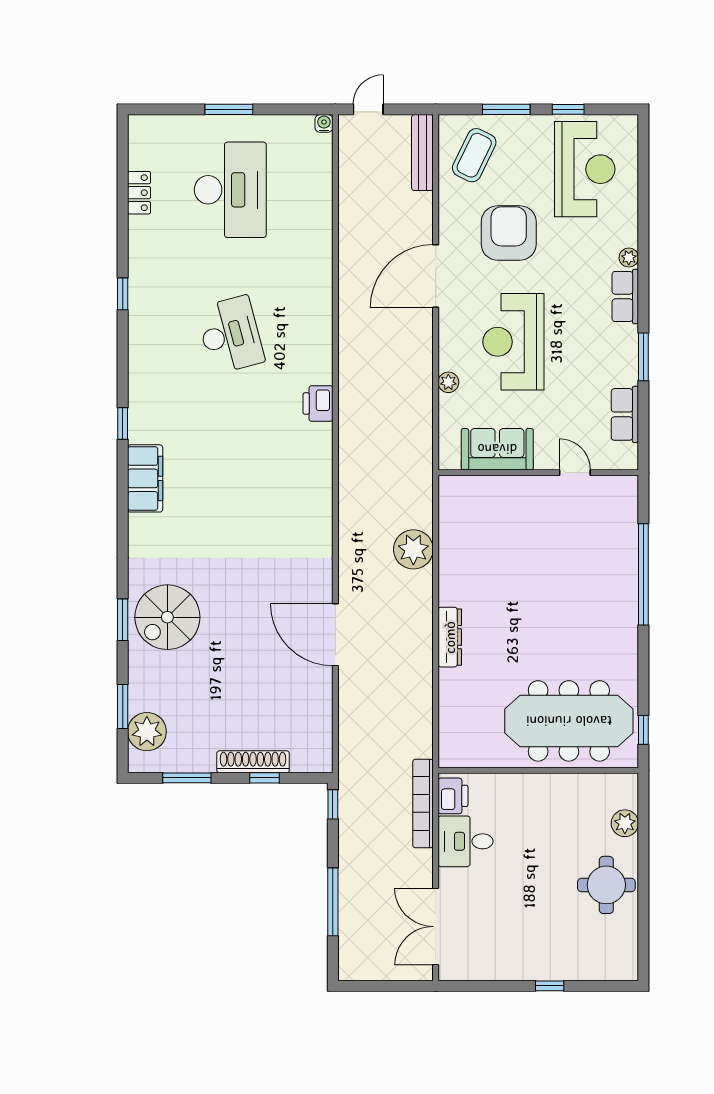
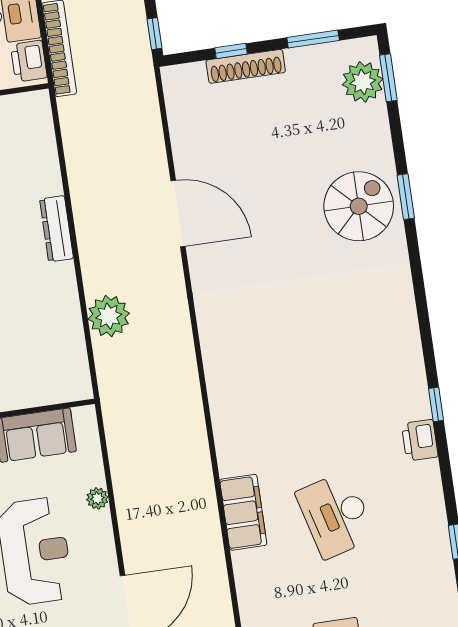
printer: (318, 403) -> (420, 440), moved, turned 180
filing cabinet: (145, 478) -> (243, 512), moved, turned 180
window: (123, 707) -> (388, 78), moved

